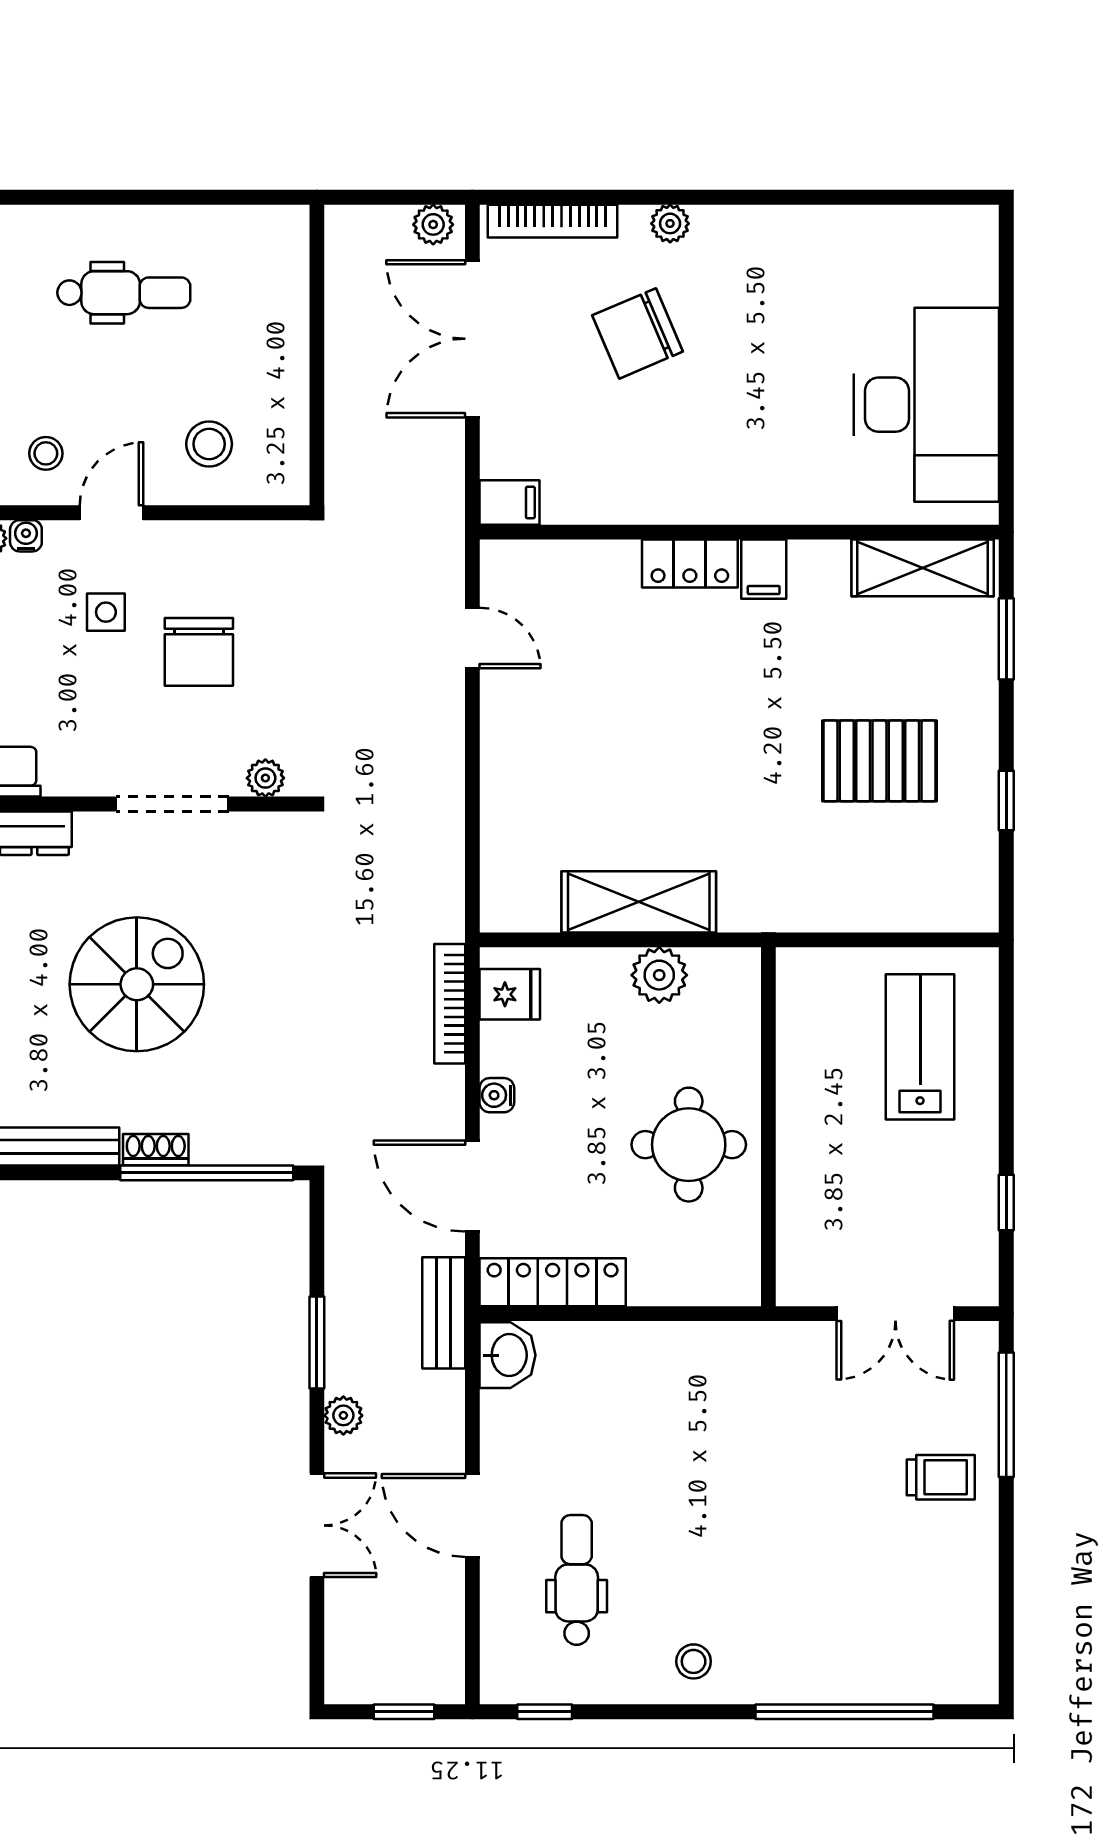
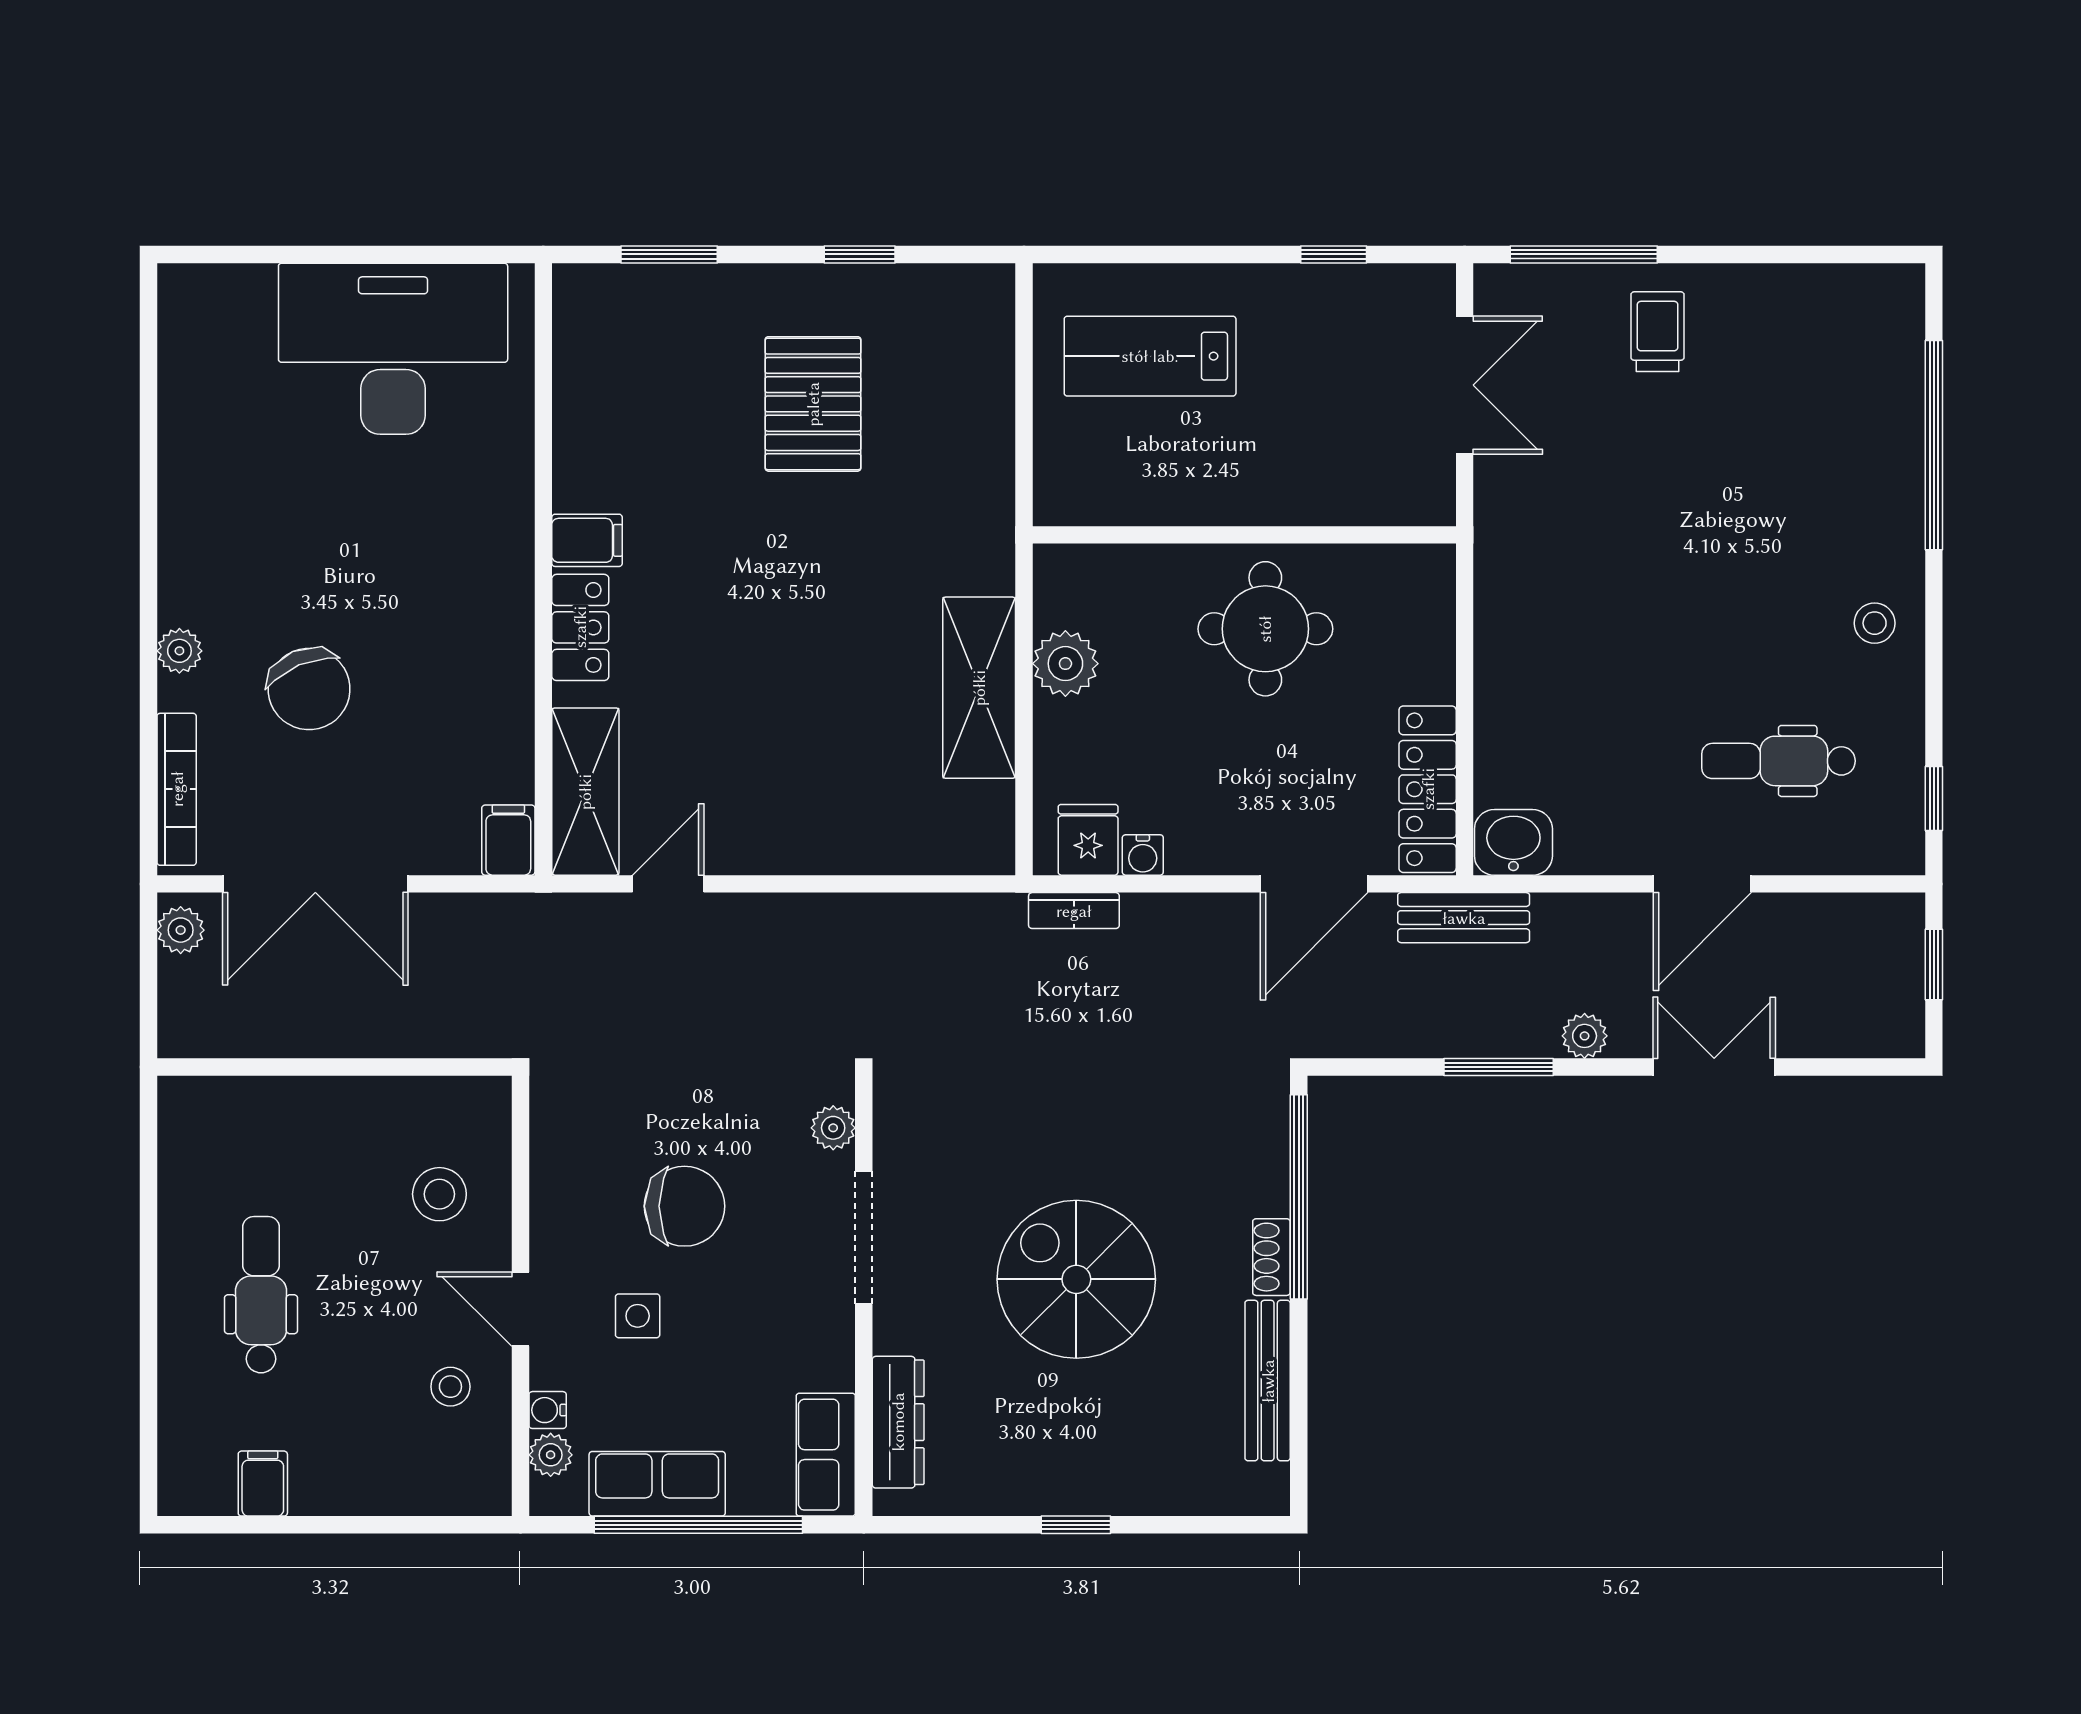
shelving: (923, 568) -> (585, 792), moved
bookcase: (450, 1004) -> (1074, 911), width x0.64
water cooler: (497, 1095) -> (1143, 855), moved

